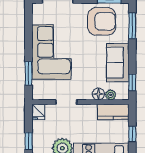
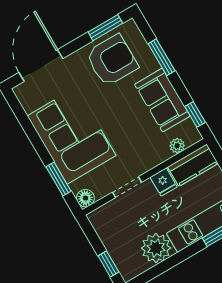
window: (132, 26) -> (162, 57), moved
floor lamp: (98, 94) -> (85, 198), moved
fridge: (38, 112) -> (164, 182), moved

